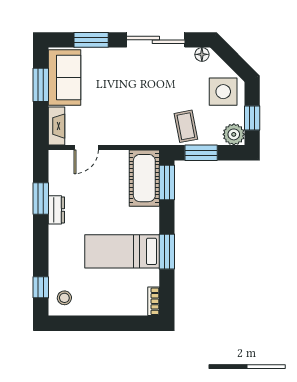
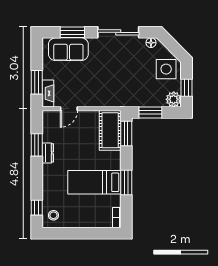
sofa: (64, 77) -> (68, 49), moved, turned 90
window: (41, 85) -> (37, 82), moved
coffee table: (186, 126) -> (140, 94), removed

